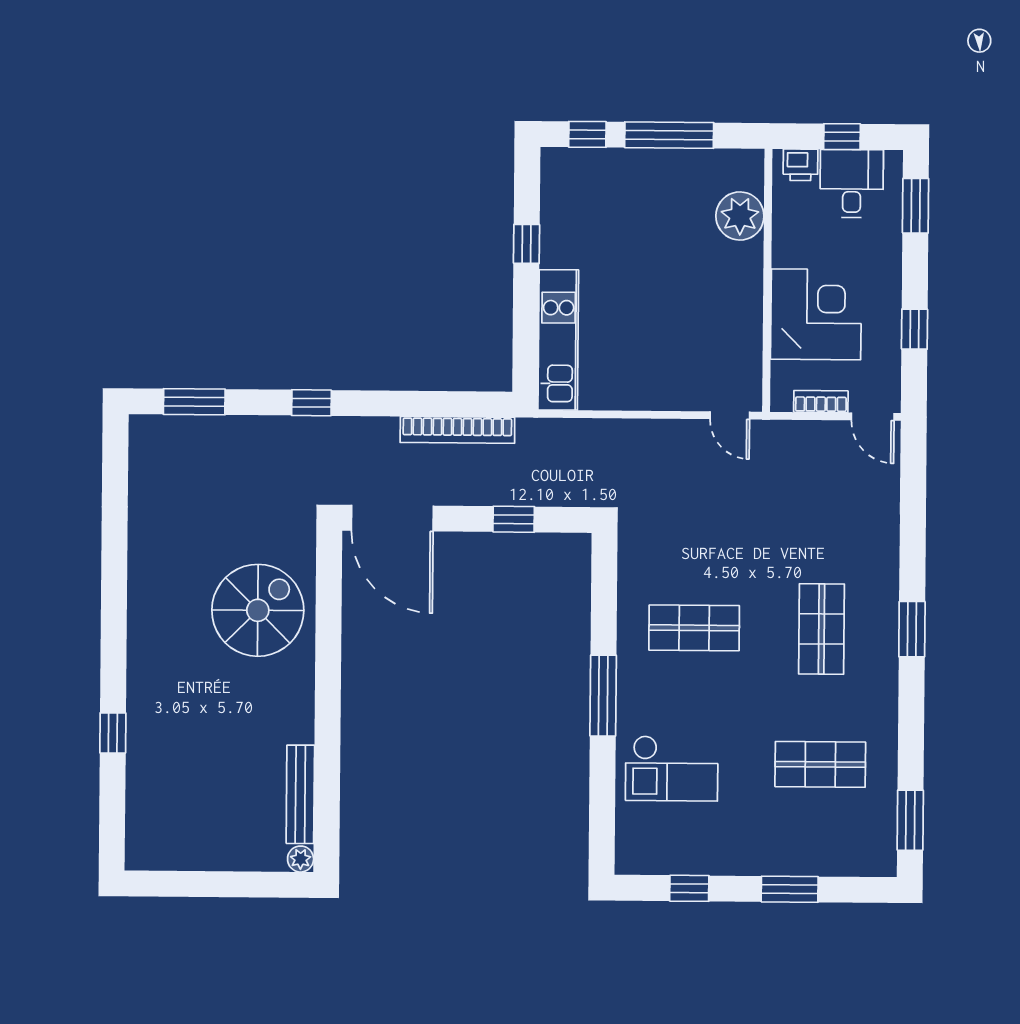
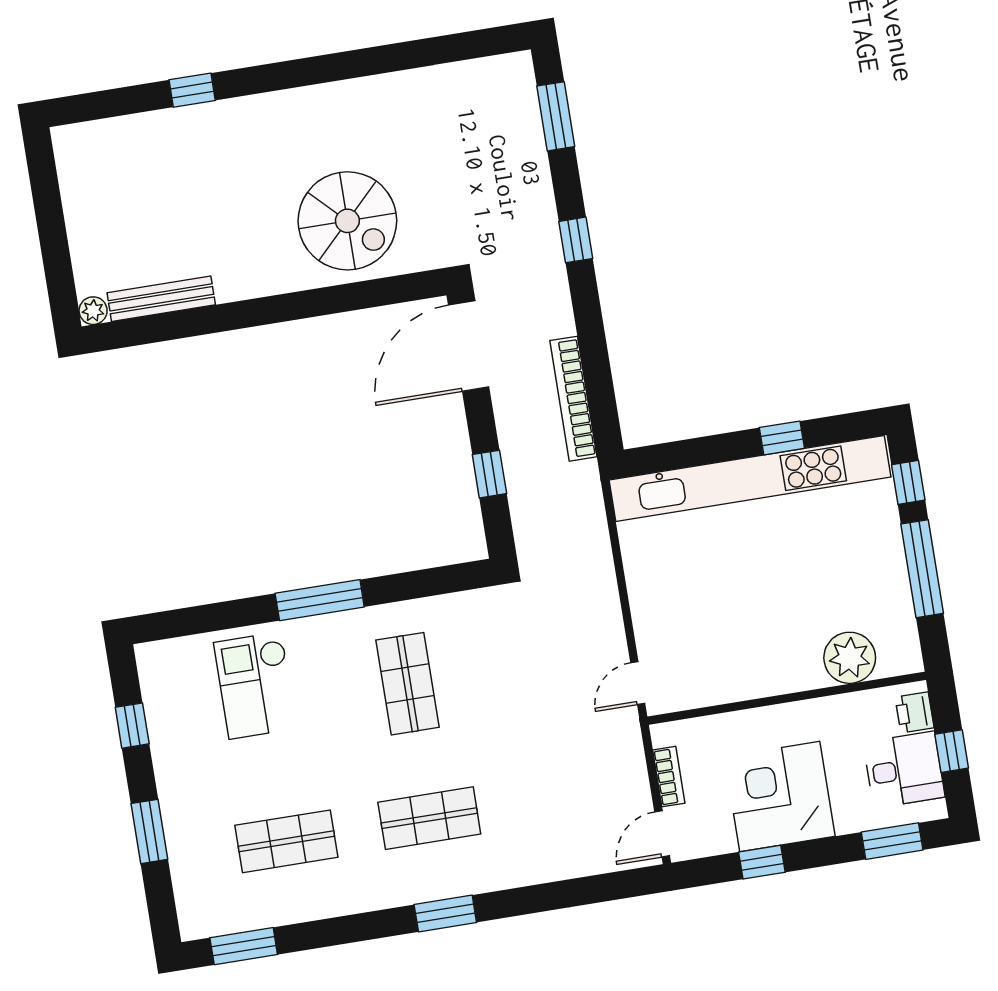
corner desk: (816, 314) -> (780, 796), moved, turned 180
kitchen unit: (558, 340) -> (750, 478), width x1.86
shop shelf: (820, 764) -> (286, 841), turned 90

